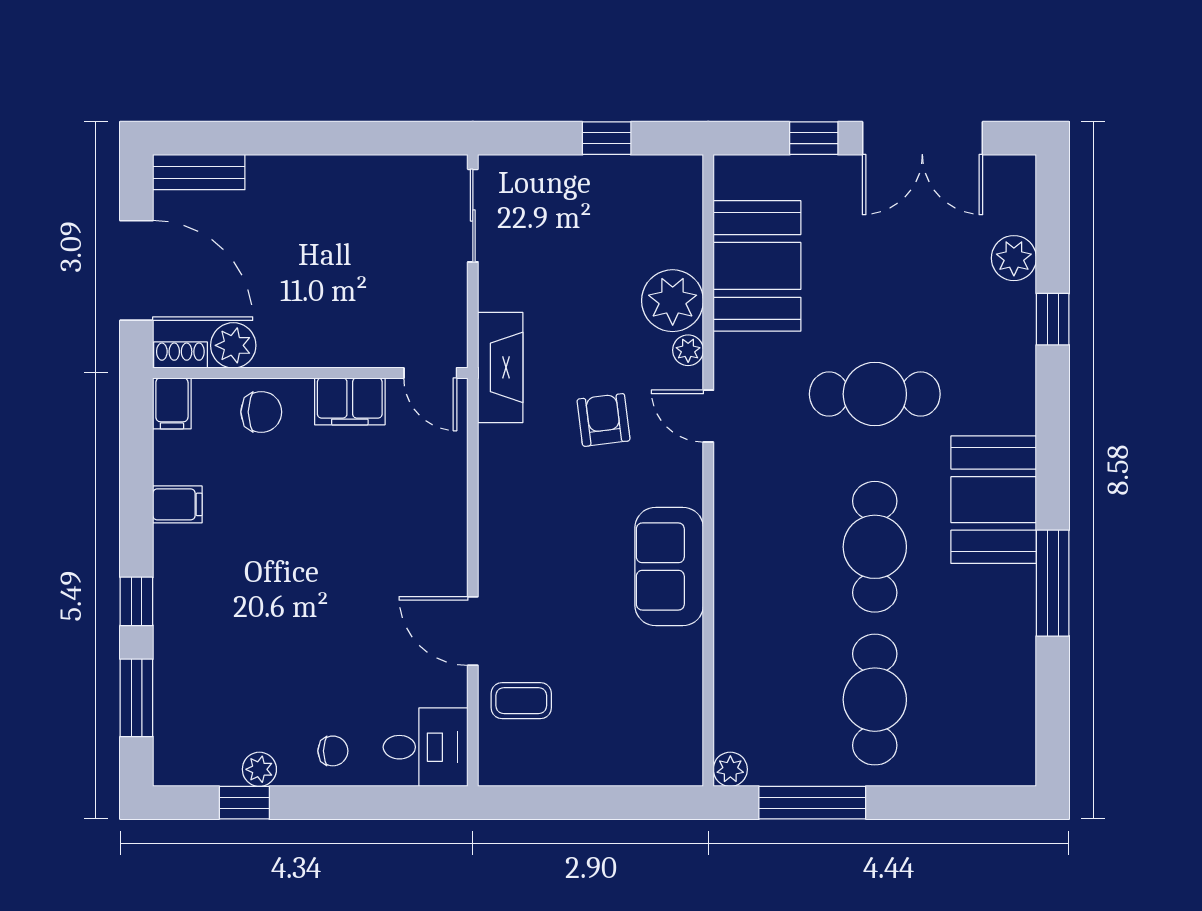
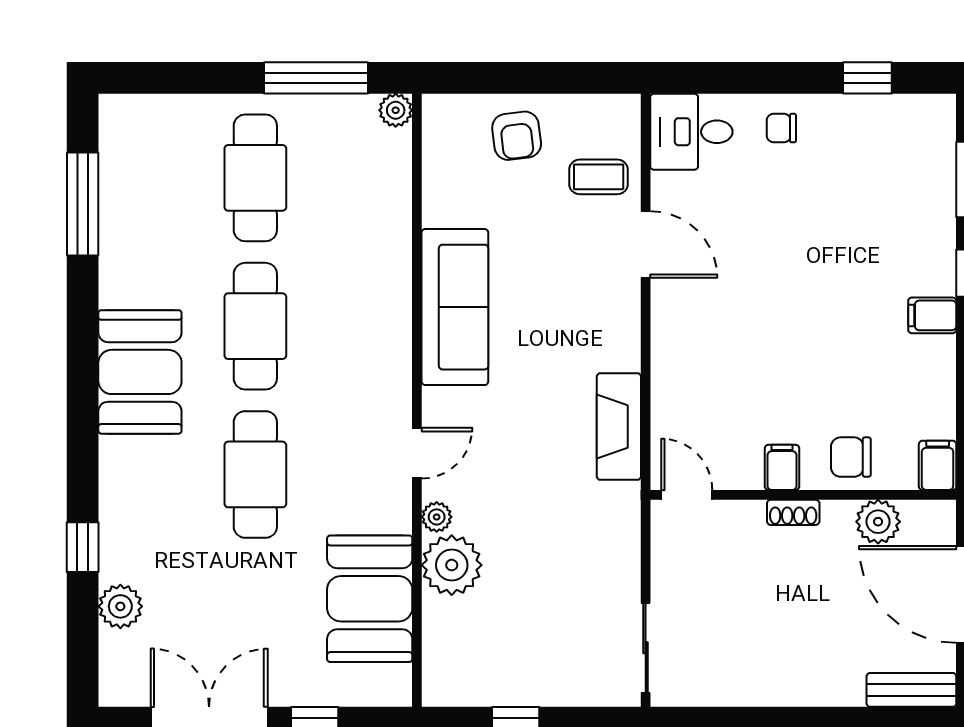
shoe rack: (180, 355) -> (793, 512), moved
fireplace: (500, 367) -> (619, 427), moved
cafe table: (875, 394) -> (255, 474), turned 90
filing cabinet: (350, 401) -> (782, 467), width x0.50
door: (708, 416) -> (417, 453), hinge flipped
armchair: (604, 420) -> (517, 136), moved
filing cabinet: (177, 504) -> (932, 315), moved
sofa: (669, 567) -> (455, 307), width x1.36
window: (1053, 583) -> (83, 204), moved
plant: (259, 769) -> (853, 110), removed

